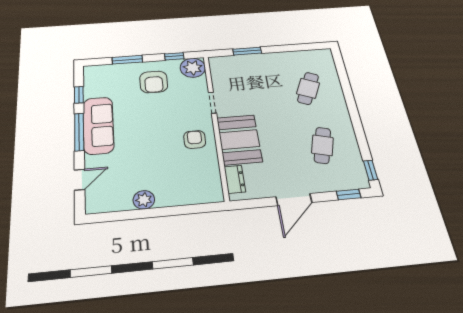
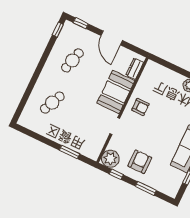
armchair: (195, 139) -> (140, 107), turned -90
door: (294, 200) -> (112, 38), swing flipped

